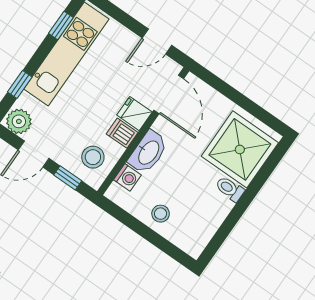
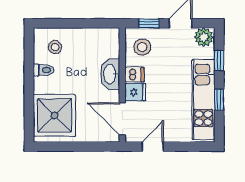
window: (61, 25) -> (219, 100), moved
washing machine: (127, 177) -> (112, 49), removed
toilet: (230, 189) -> (44, 70), moved
stool: (161, 214) -> (55, 47), moved

